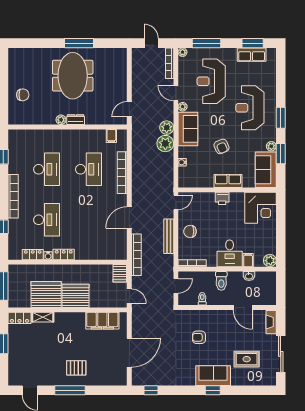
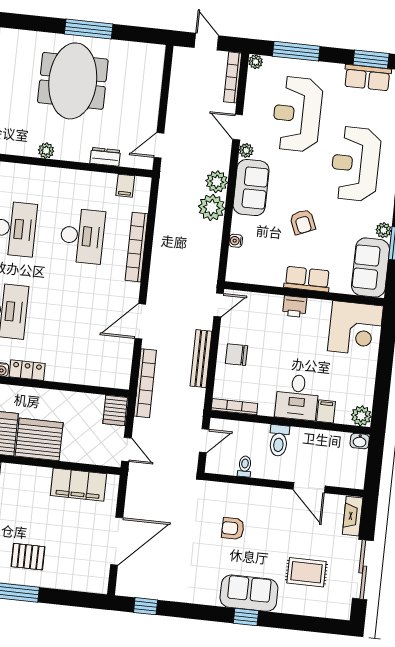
dresser: (76, 120) -> (105, 157), moved
washbasin: (249, 276) -> (360, 441), moved

